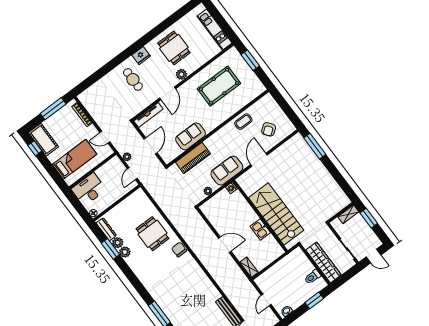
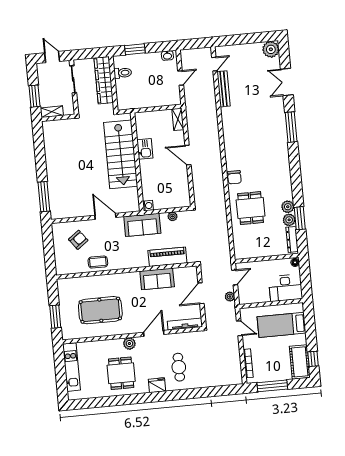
door: (259, 160) -> (105, 216), swing flipped

